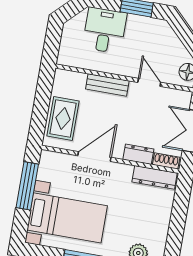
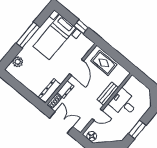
desk: (105, 30) -> (124, 103), moved, turned 180
window: (27, 186) -> (81, 27), width x0.46

